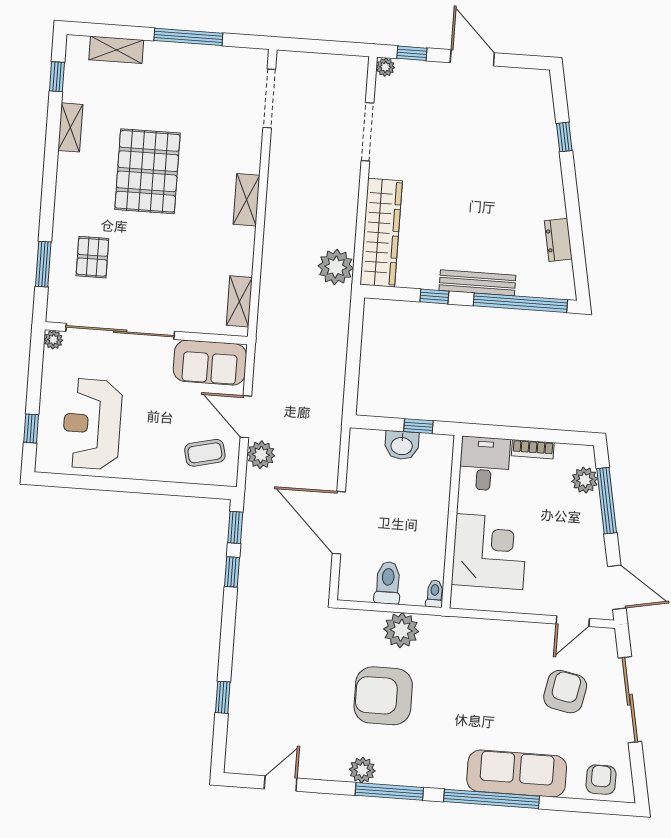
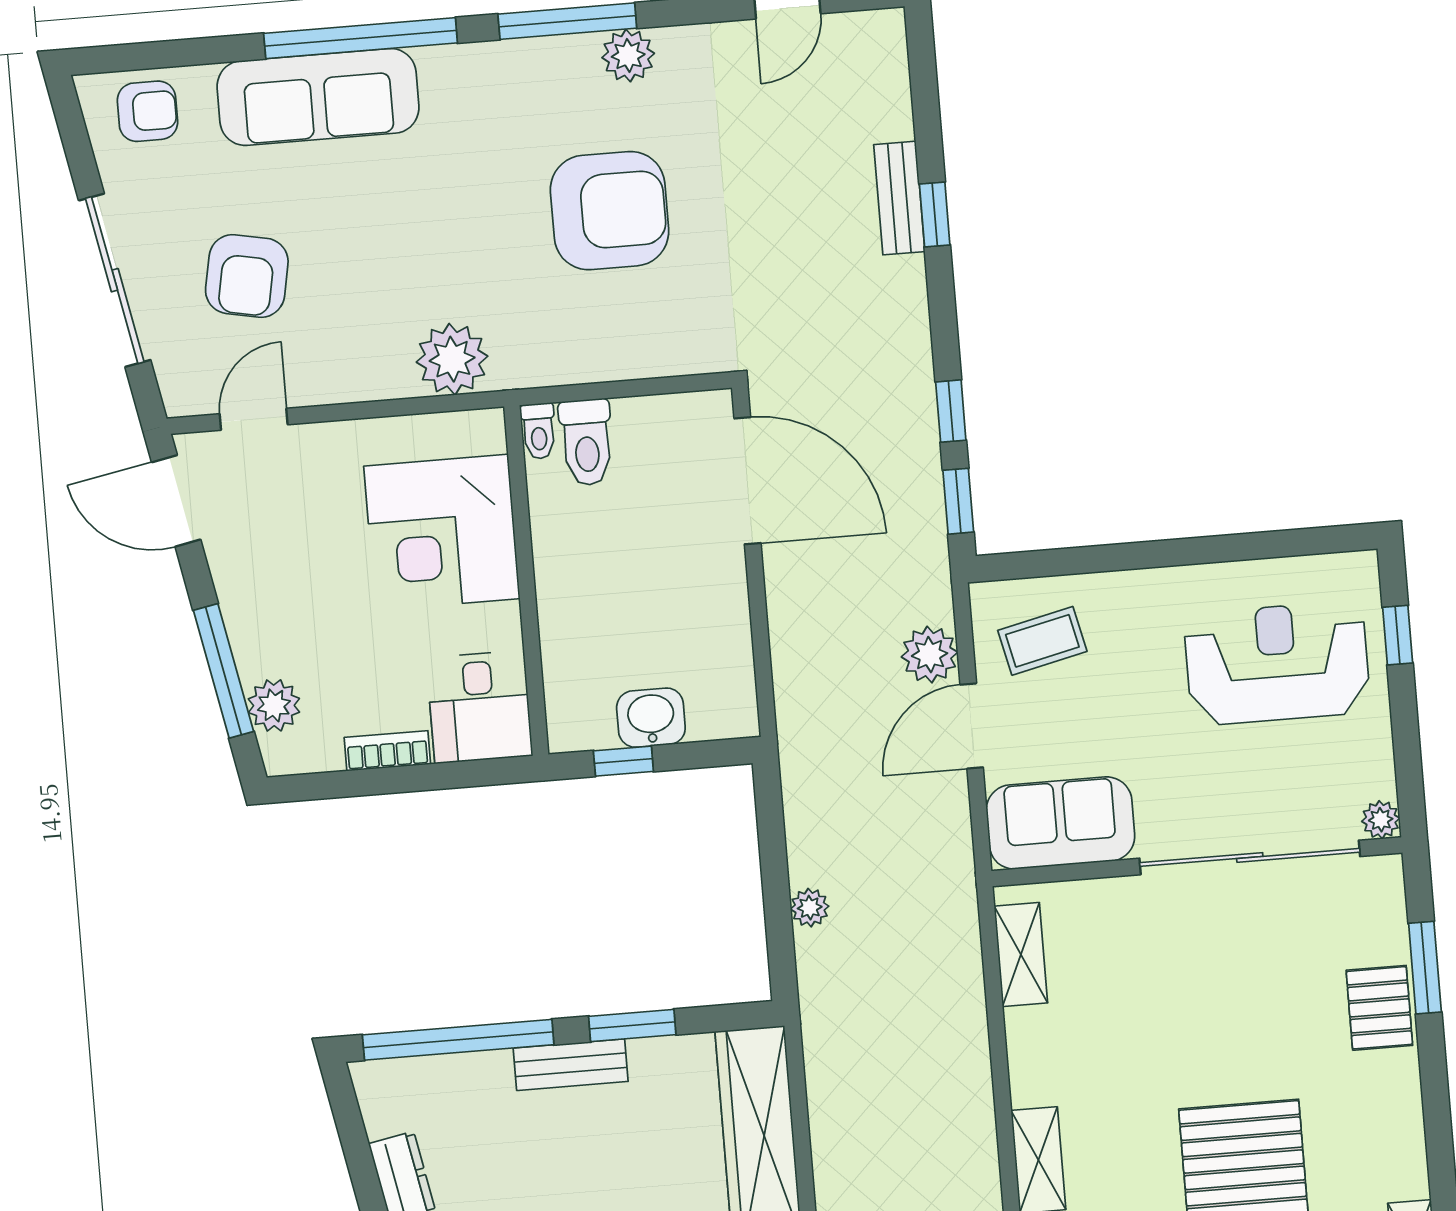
pallet: (92, 257) -> (1379, 1008), moved
plant: (336, 267) -> (810, 908), moved, width x0.53, depth x0.53
bench: (477, 283) -> (571, 1065), width x0.73
window: (434, 296) -> (632, 1025), width x1.50
door: (246, 417) -> (972, 726), swing flipped
reception desk: (92, 424) -> (1277, 663), turned -90
door: (339, 523) -> (748, 481), moved
toilet: (388, 583) -> (586, 442), moved
plant: (401, 630) -> (452, 359), moved
bench: (241, 680) -> (899, 198), added
window: (223, 697) -> (935, 214), moved
armchair: (601, 780) -> (147, 111), turned -90

